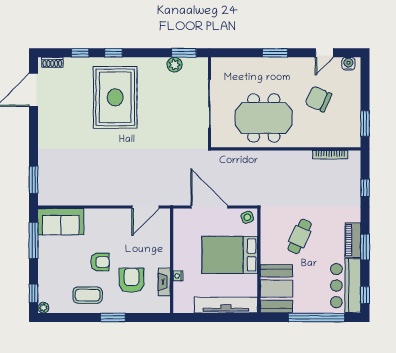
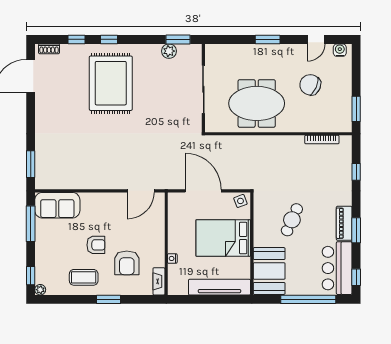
armchair: (132, 280) -> (127, 263), turned 180
fireplace: (164, 282) -> (159, 281), moved

